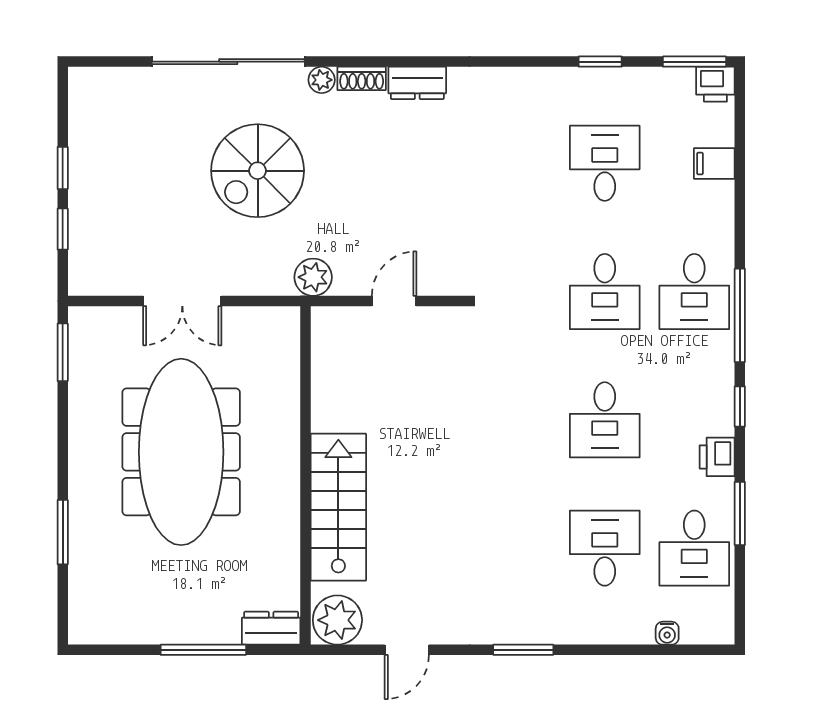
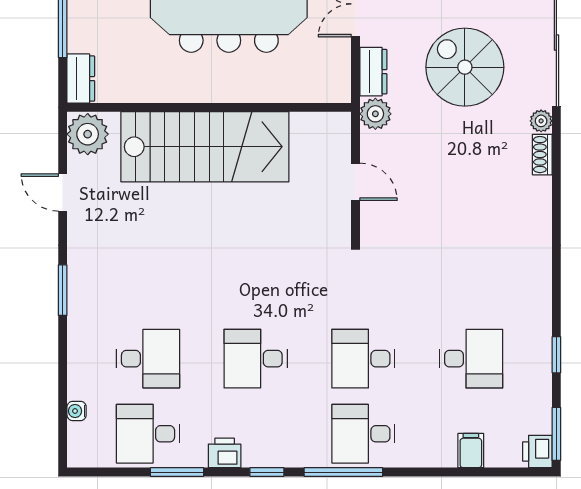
dresser: (417, 83) -> (373, 72), moved, turned 180
stairs: (338, 507) -> (205, 147), width x1.36, depth x1.51

